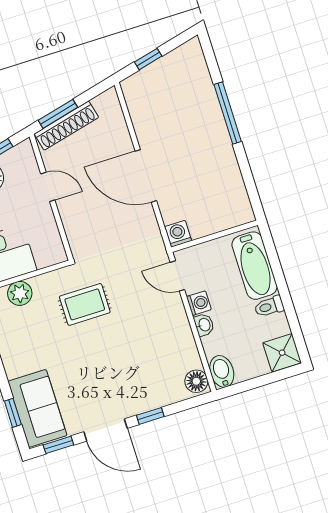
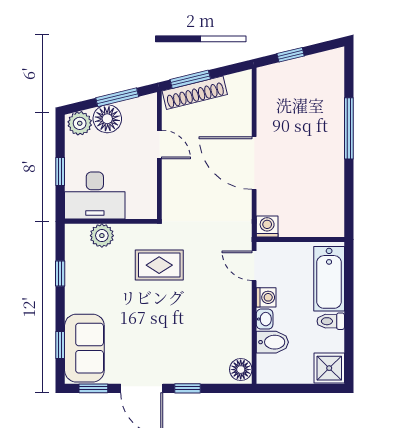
bidet: (222, 371) -> (272, 342), moved, turned 90

